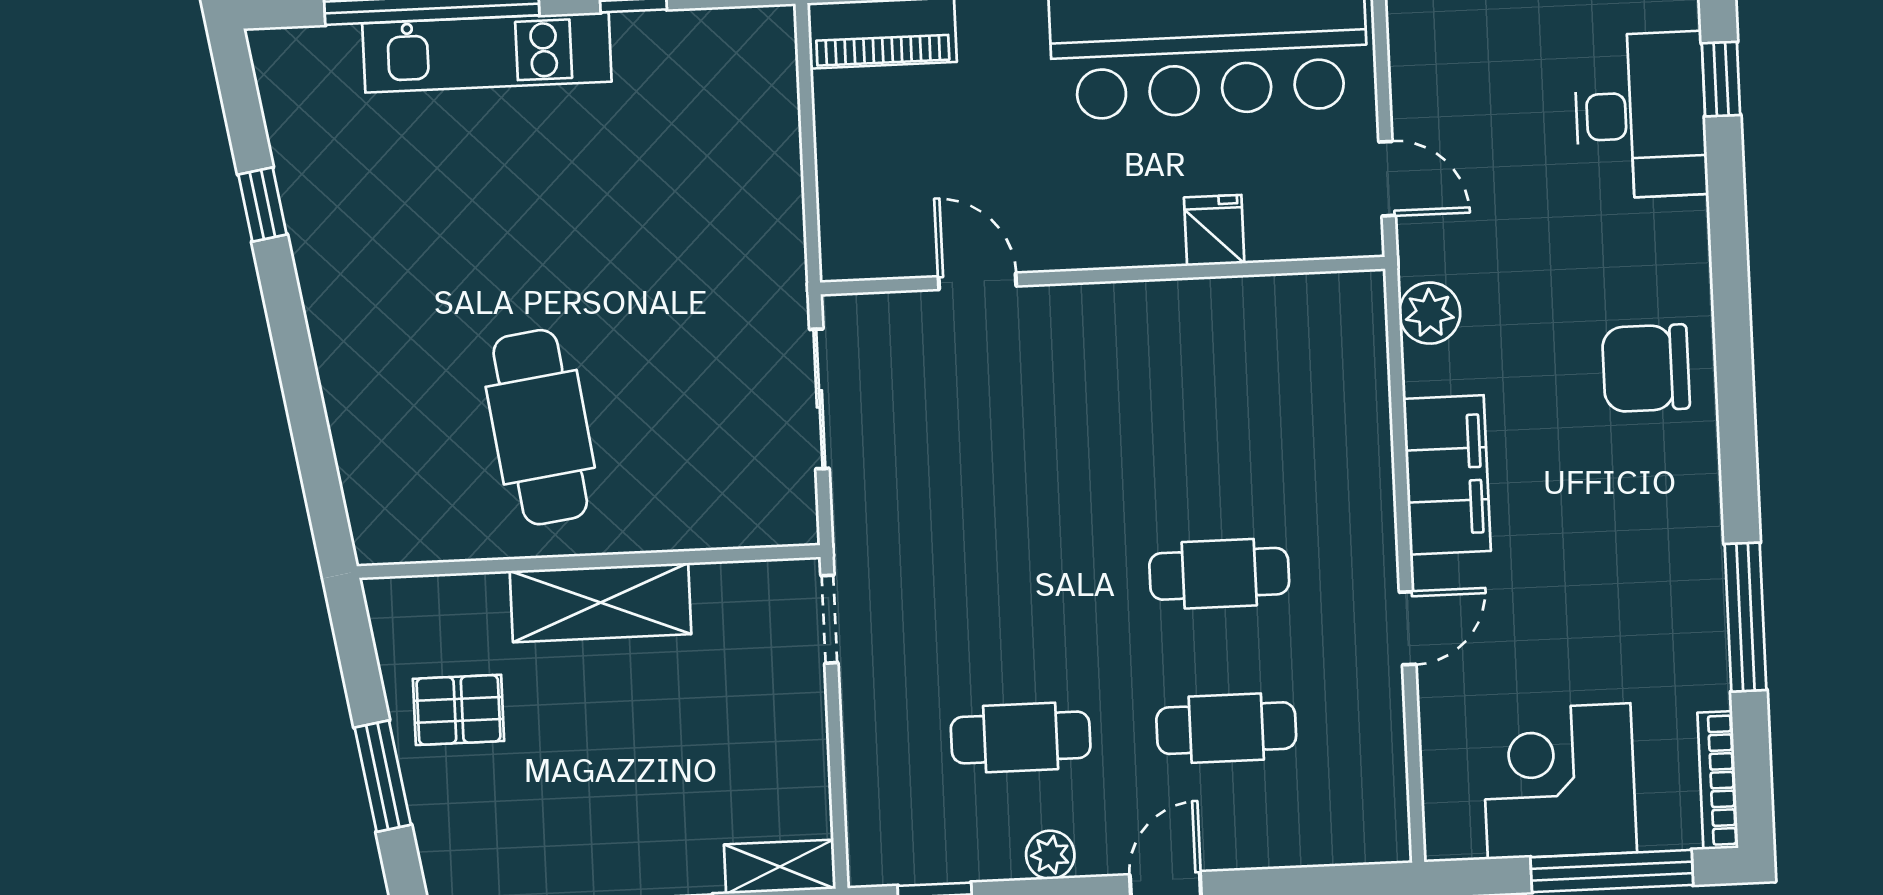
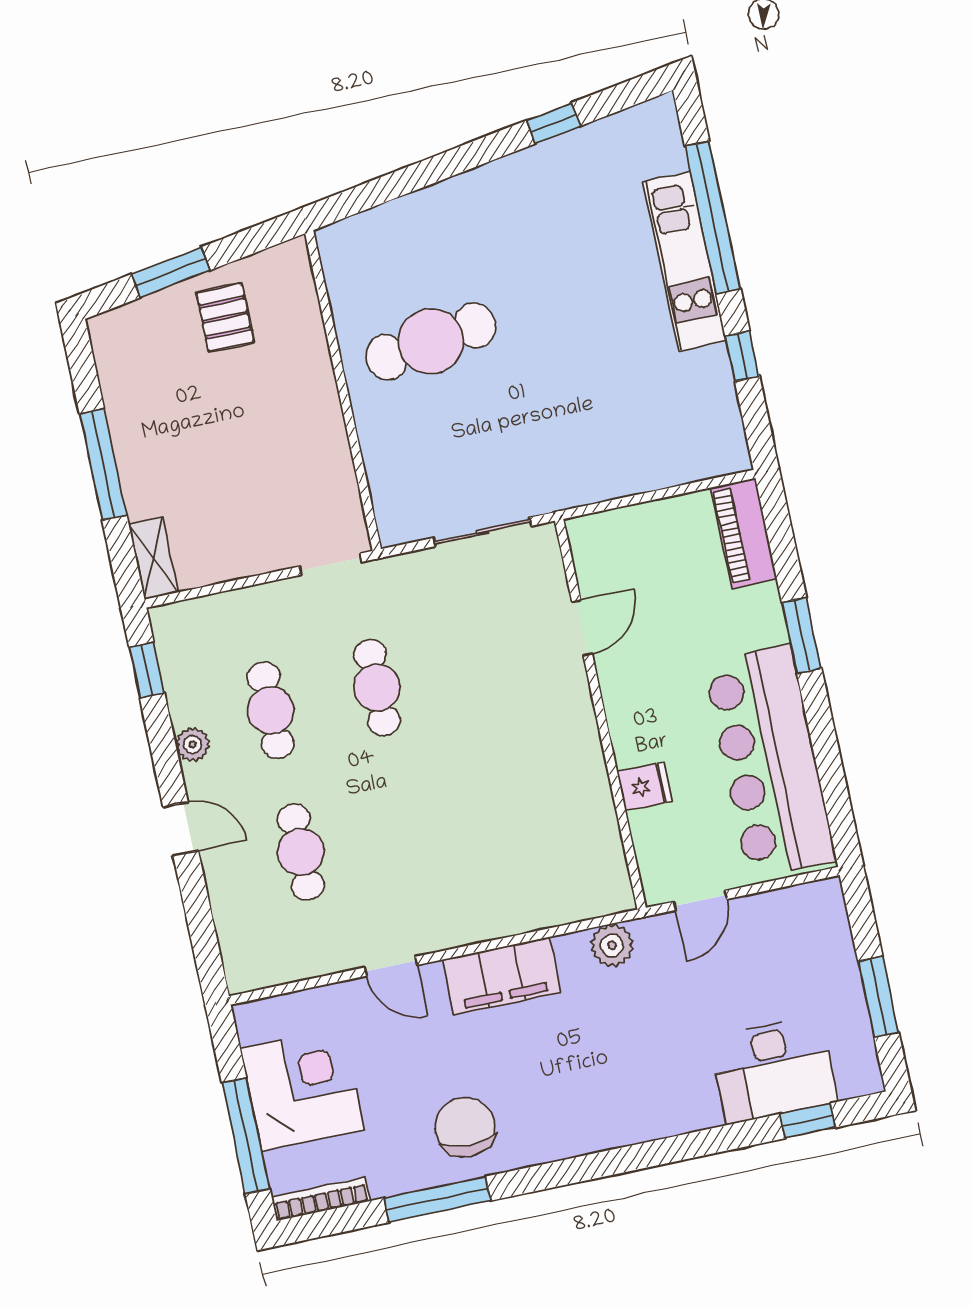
chair: (1646, 368) -> (465, 1127), moved
cafe table: (1219, 574) -> (377, 688), moved
shelving: (600, 603) -> (316, 403), removed

